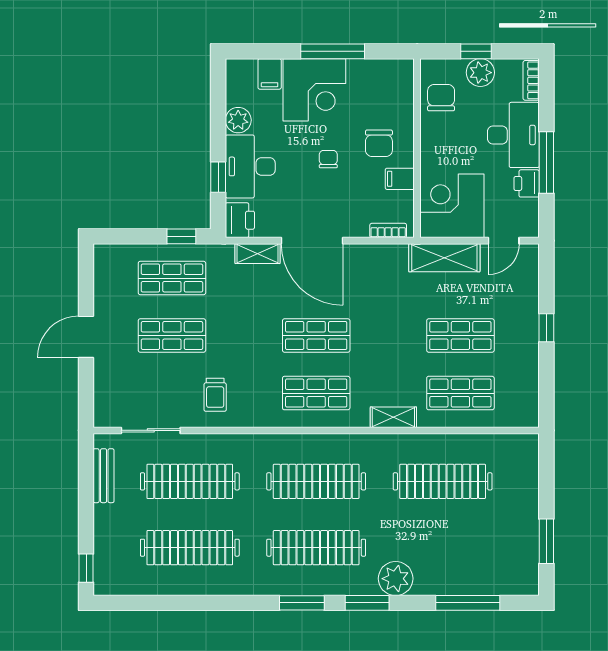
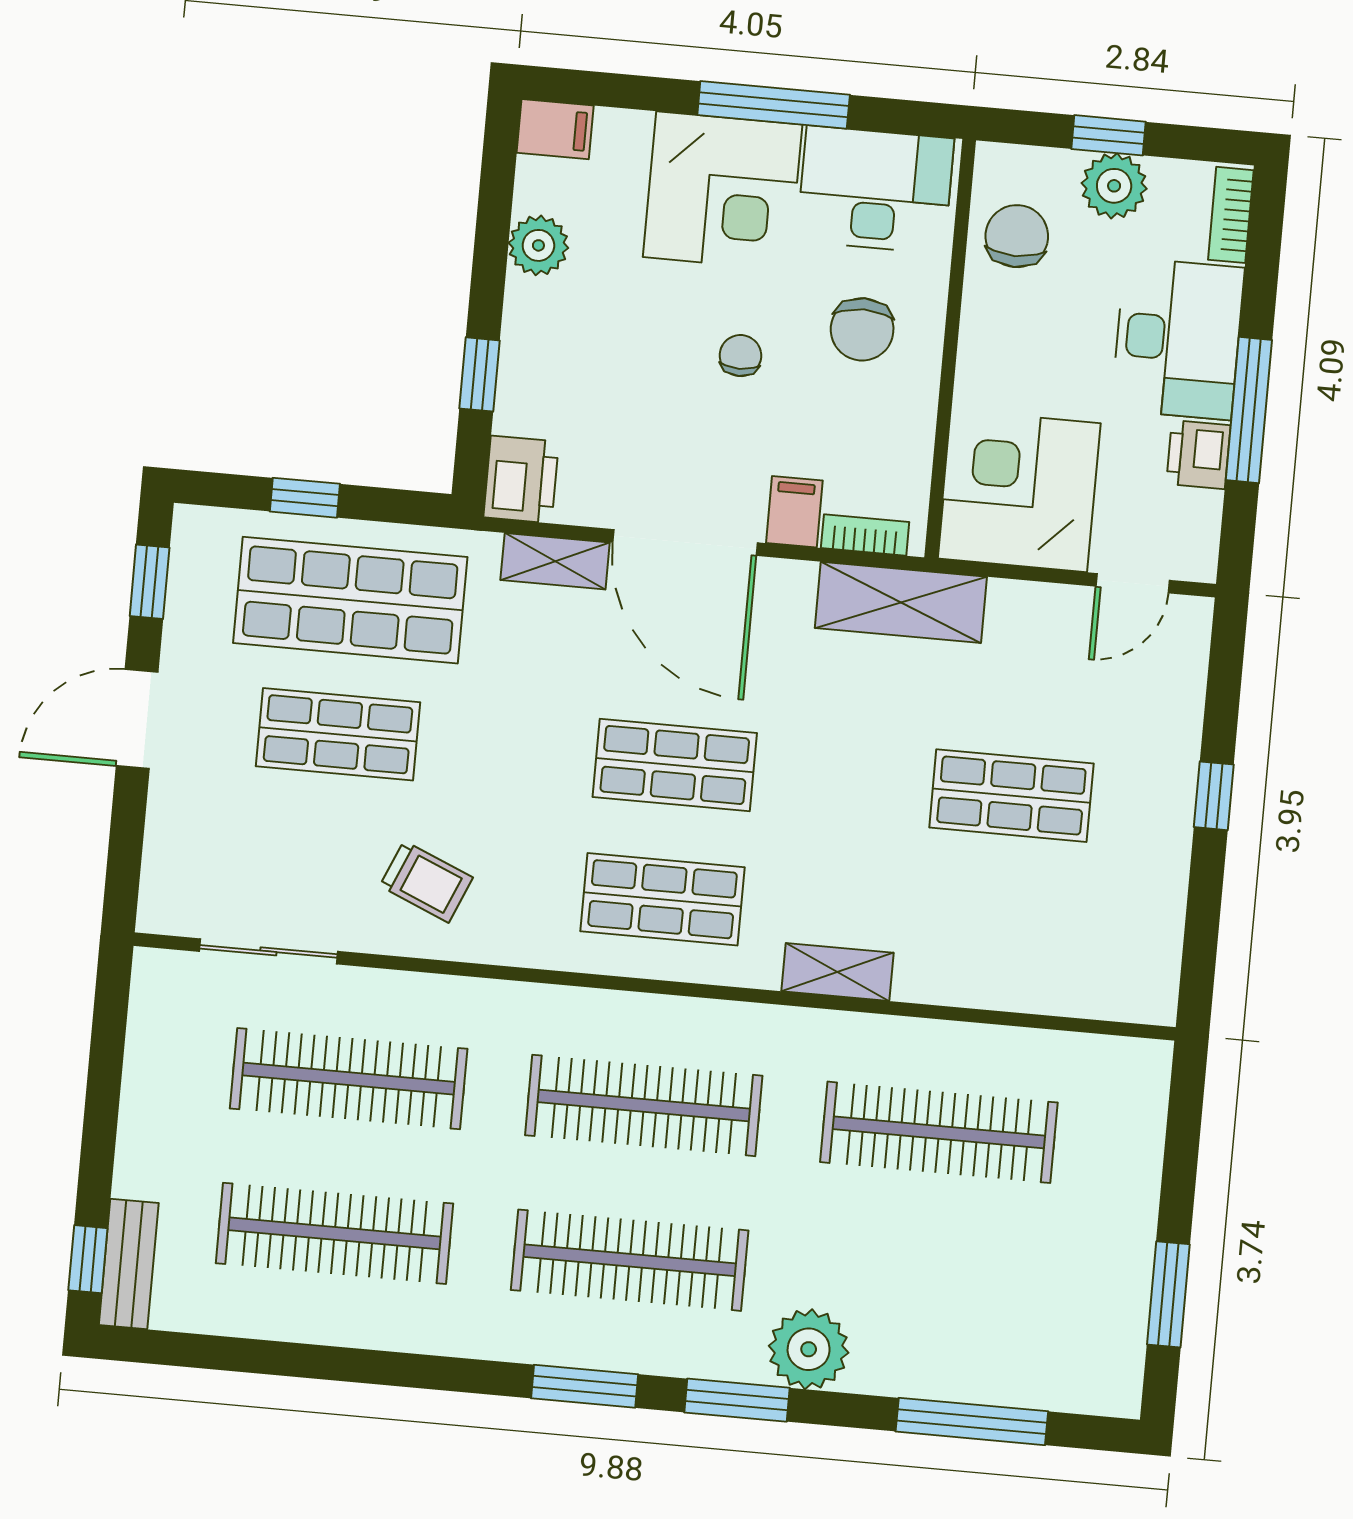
filing cabinet: (270, 74) -> (555, 129), moved, turned -90
desk: (250, 166) -> (875, 190), moved, turned 90
filing cabinet: (400, 179) -> (794, 512), moved, turned 90
window: (181, 236) -> (305, 498), moved
shelving: (444, 258) -> (901, 602), moved
window: (86, 278) -> (150, 582), added
shop shelf: (172, 278) -> (350, 600), width x1.43, depth x1.36
shop shelf: (460, 393) -> (999, 930), removed
trolley: (215, 395) -> (426, 882), turned -67
bench: (104, 476) -> (129, 1264), moved

